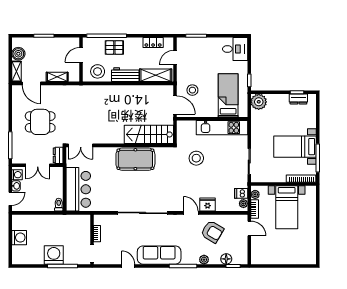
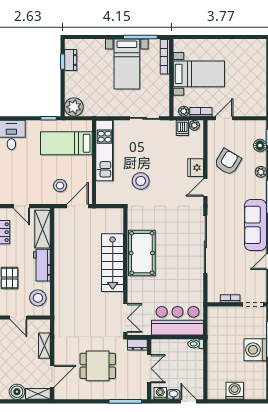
dining table: (40, 122) -> (98, 366), turned 90
stairs: (149, 134) -> (113, 263), moved

